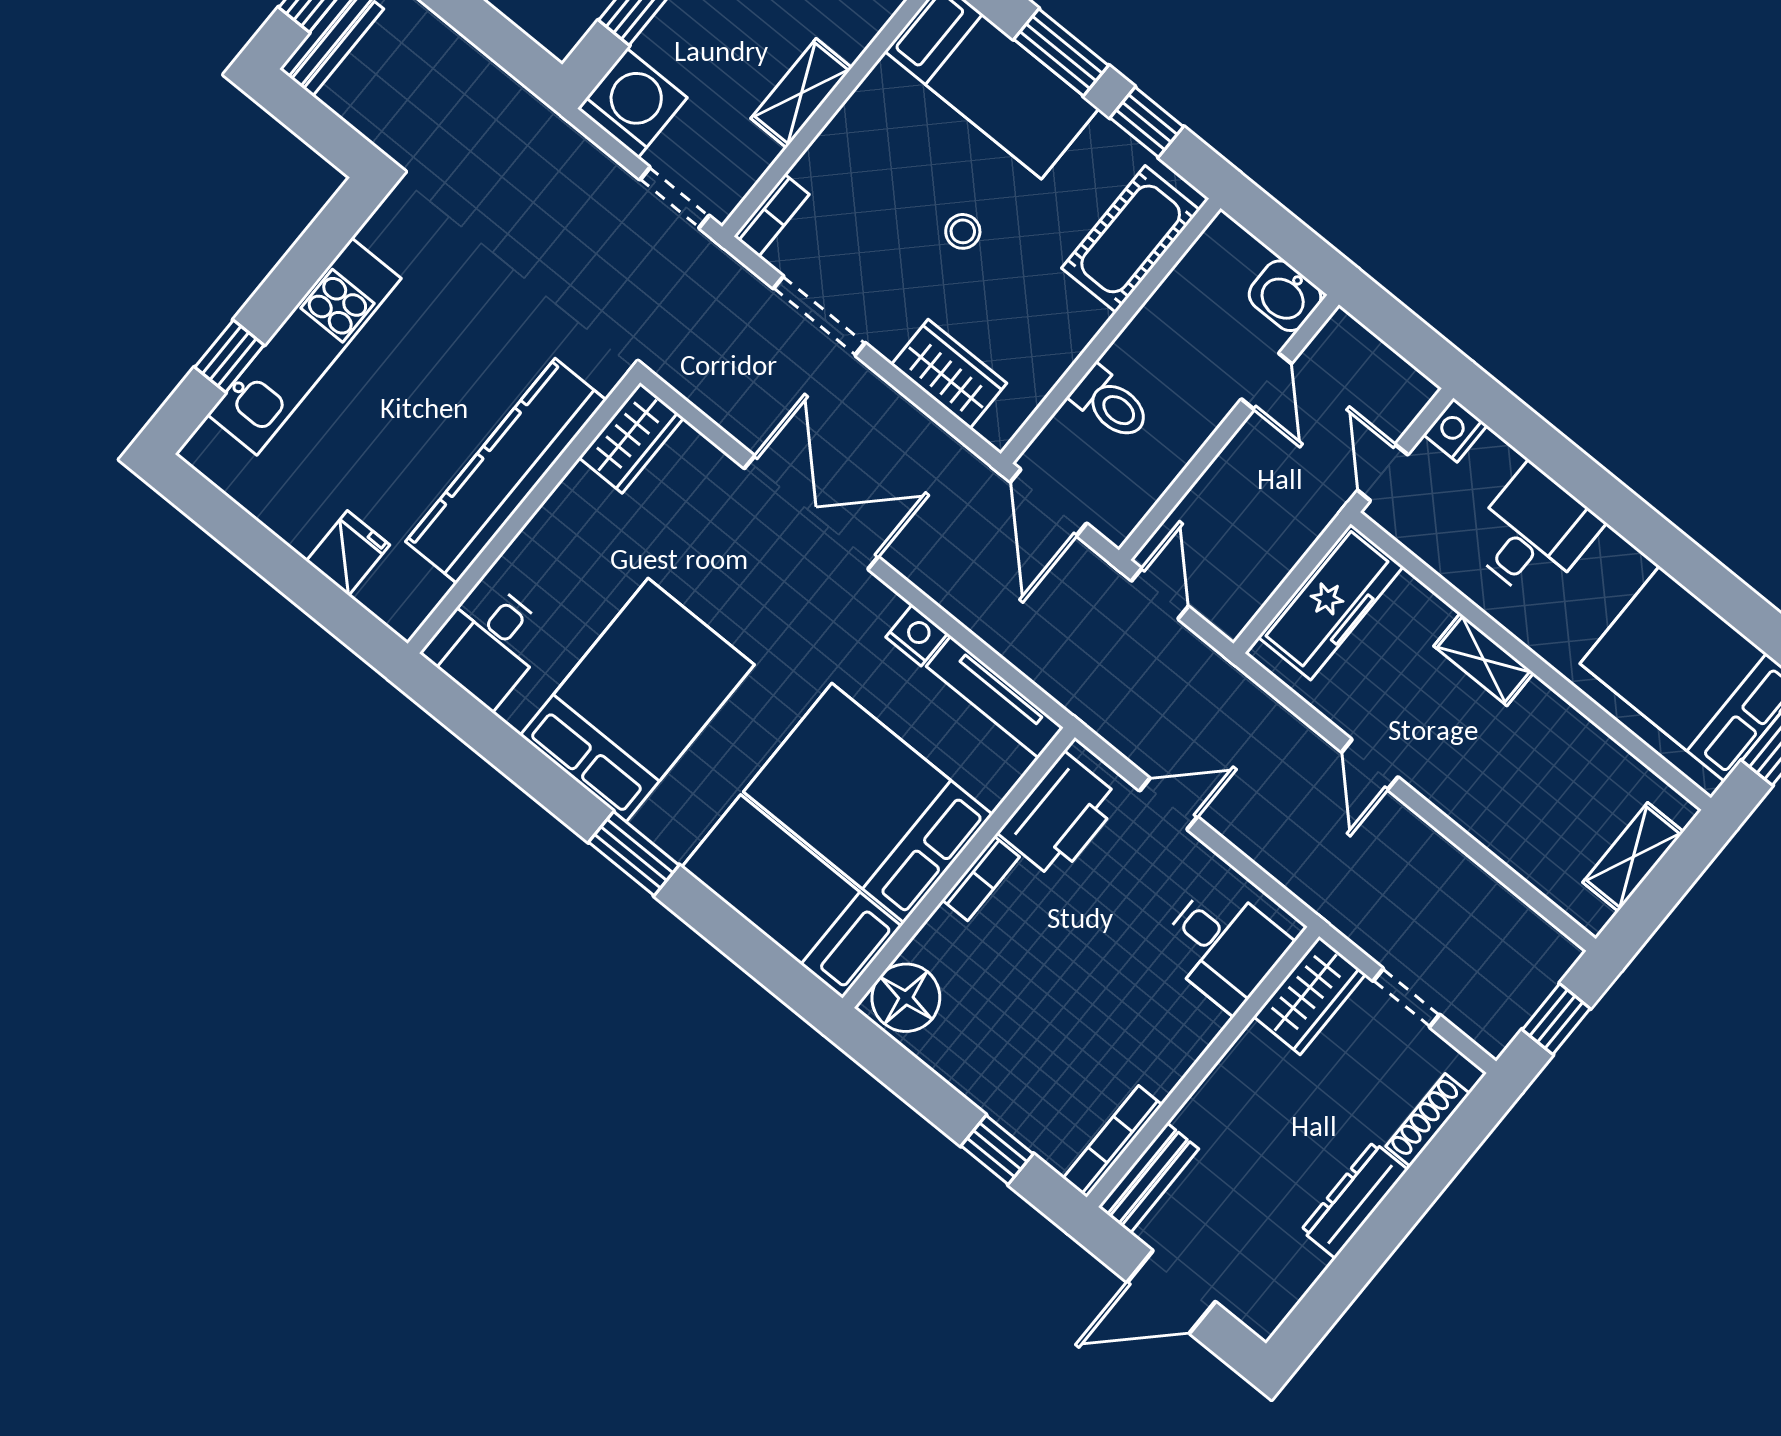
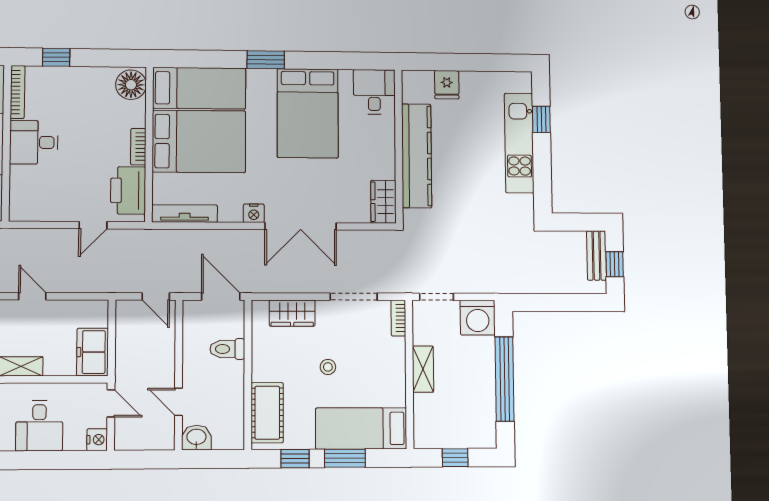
freezer: (1331, 602) -> (93, 352), width x0.71
nightstand: (917, 635) -> (254, 213), moved
desk: (1224, 946) -> (34, 142), moved

